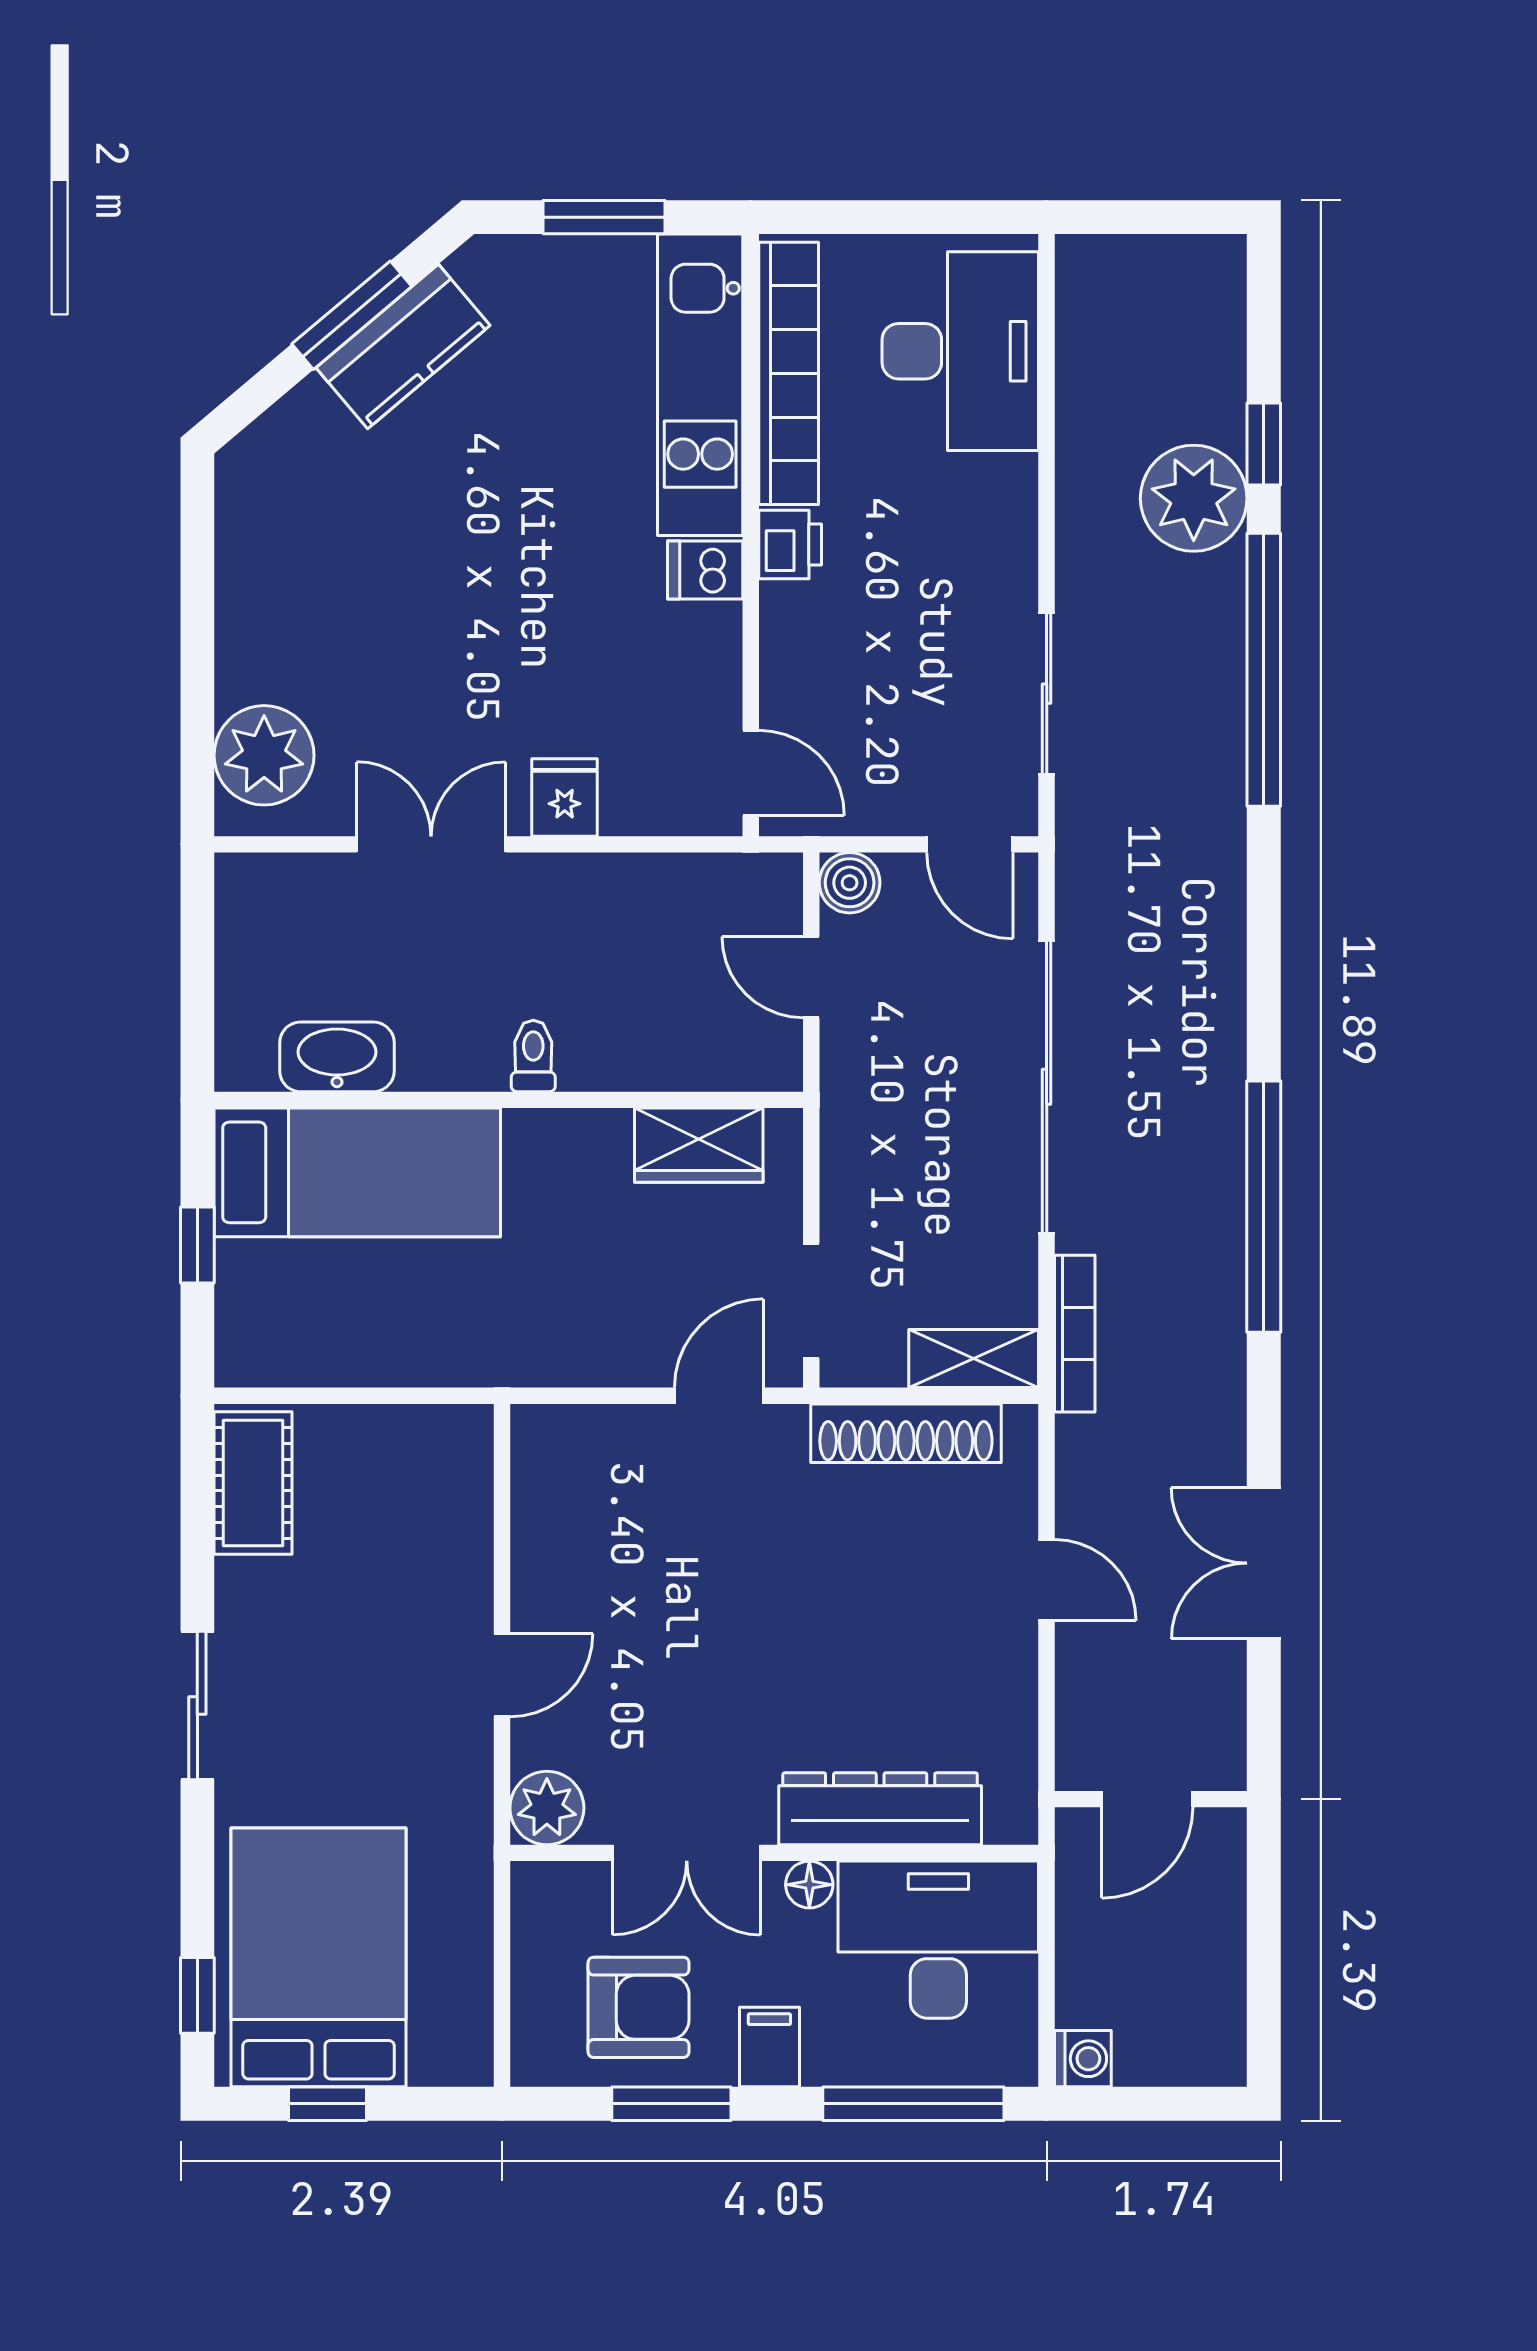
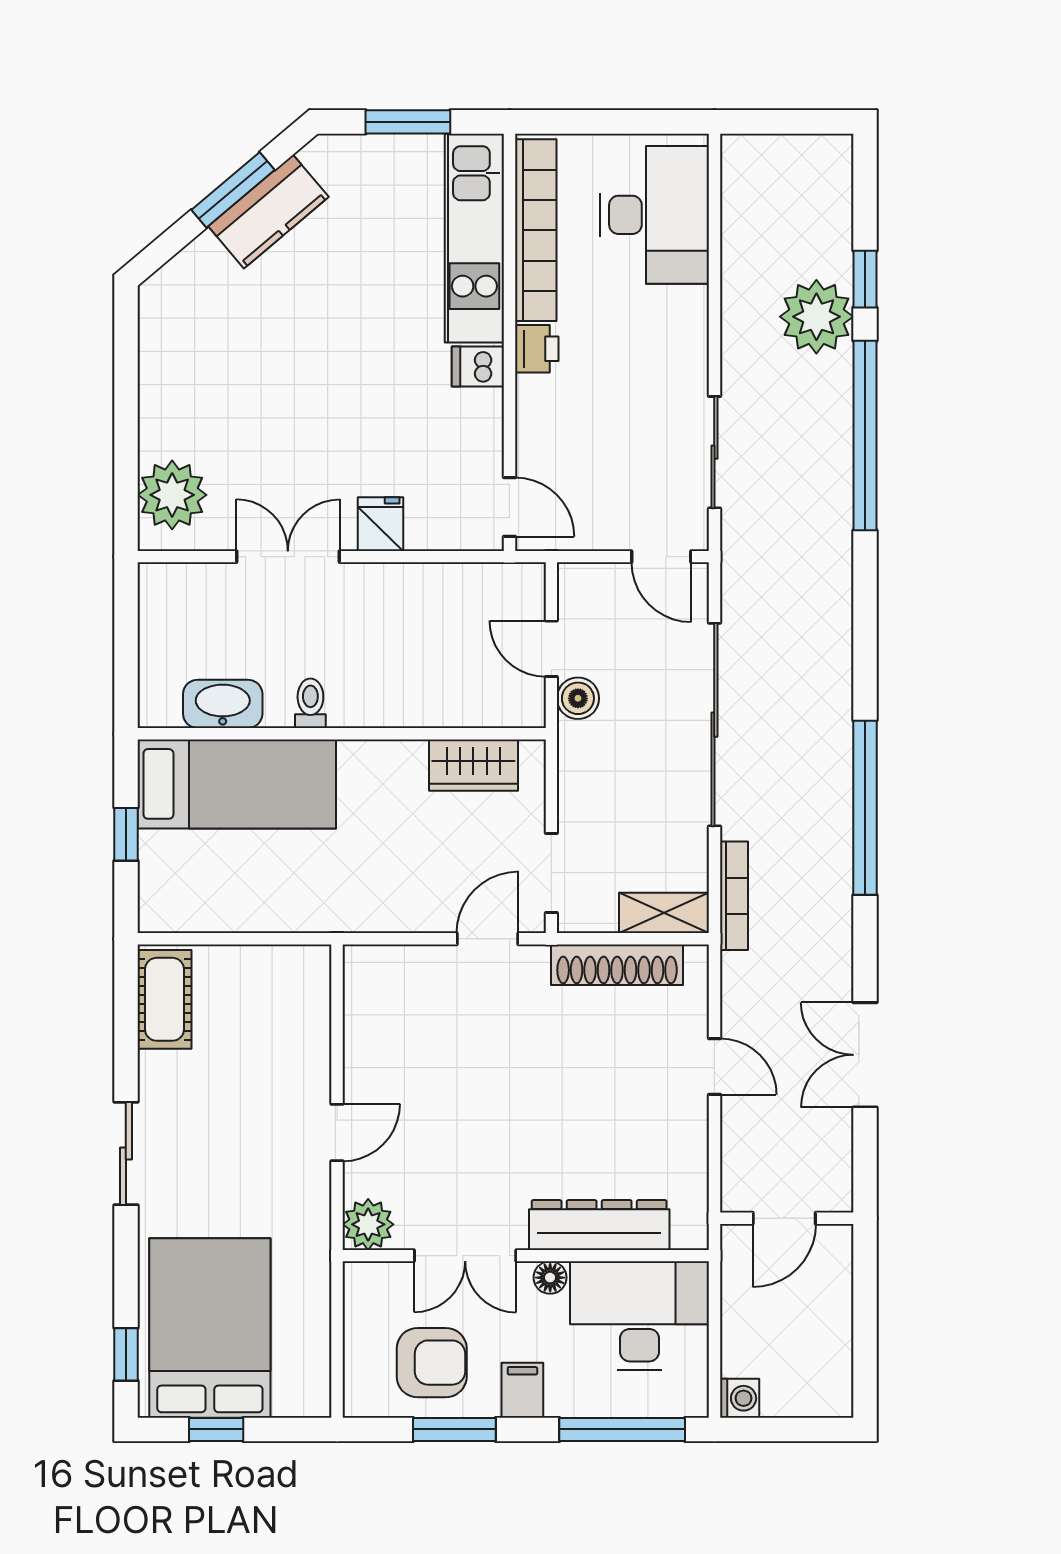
boiler: (850, 883) -> (578, 698), moved
toilet: (533, 1056) -> (310, 703), moved

